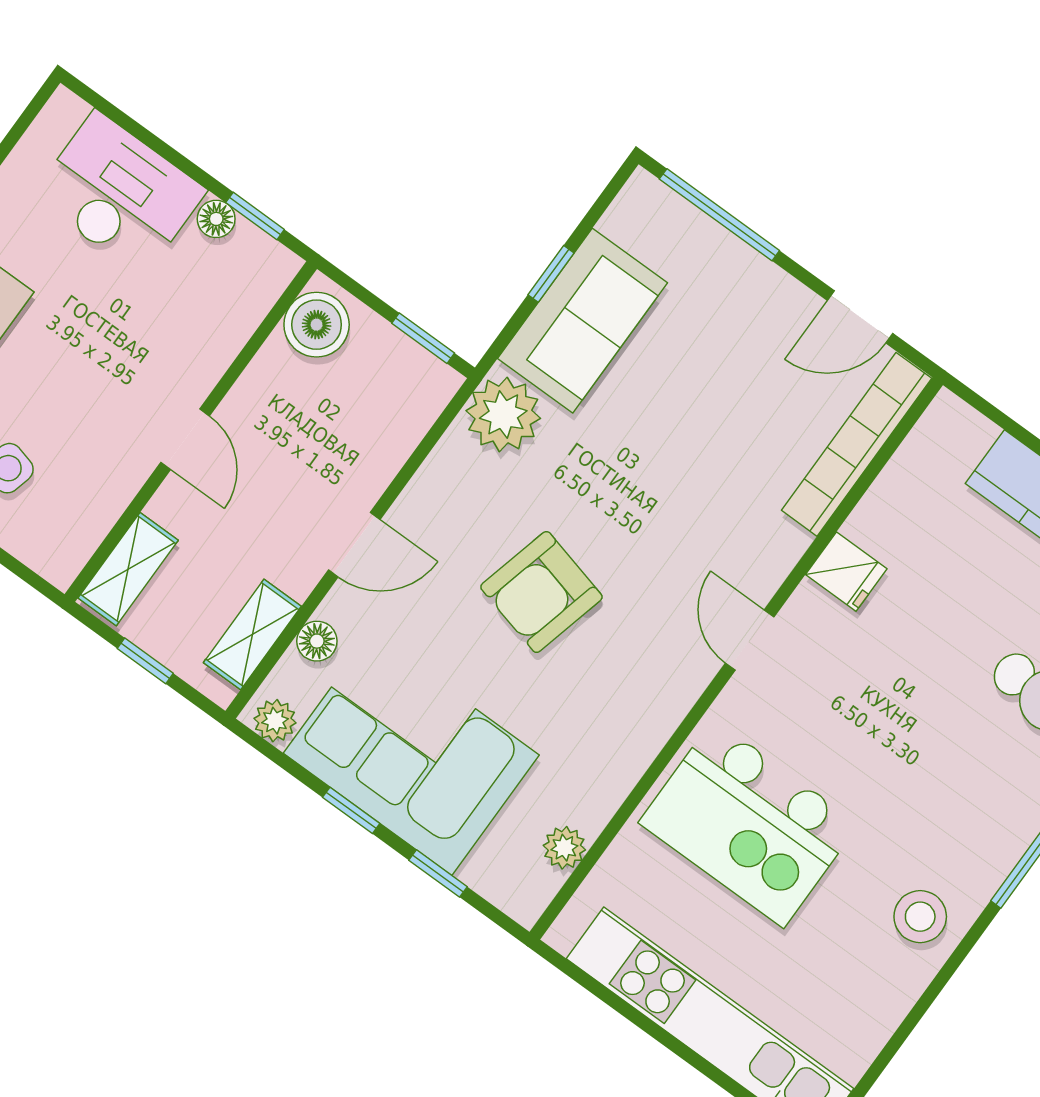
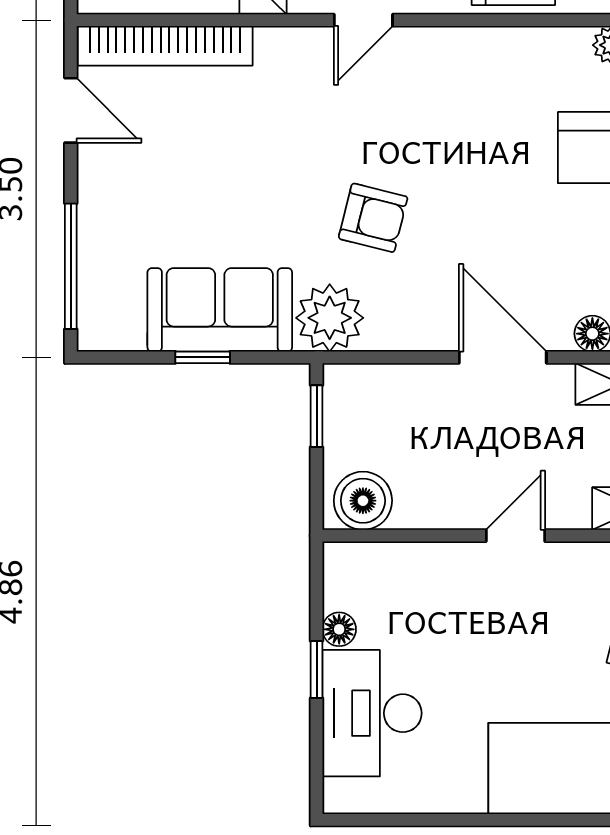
window: (255, 216) -> (317, 670), moved
door: (354, 545) -> (503, 357), width x1.38
armchair: (541, 592) -> (373, 218), moved, width x0.72, depth x0.72

